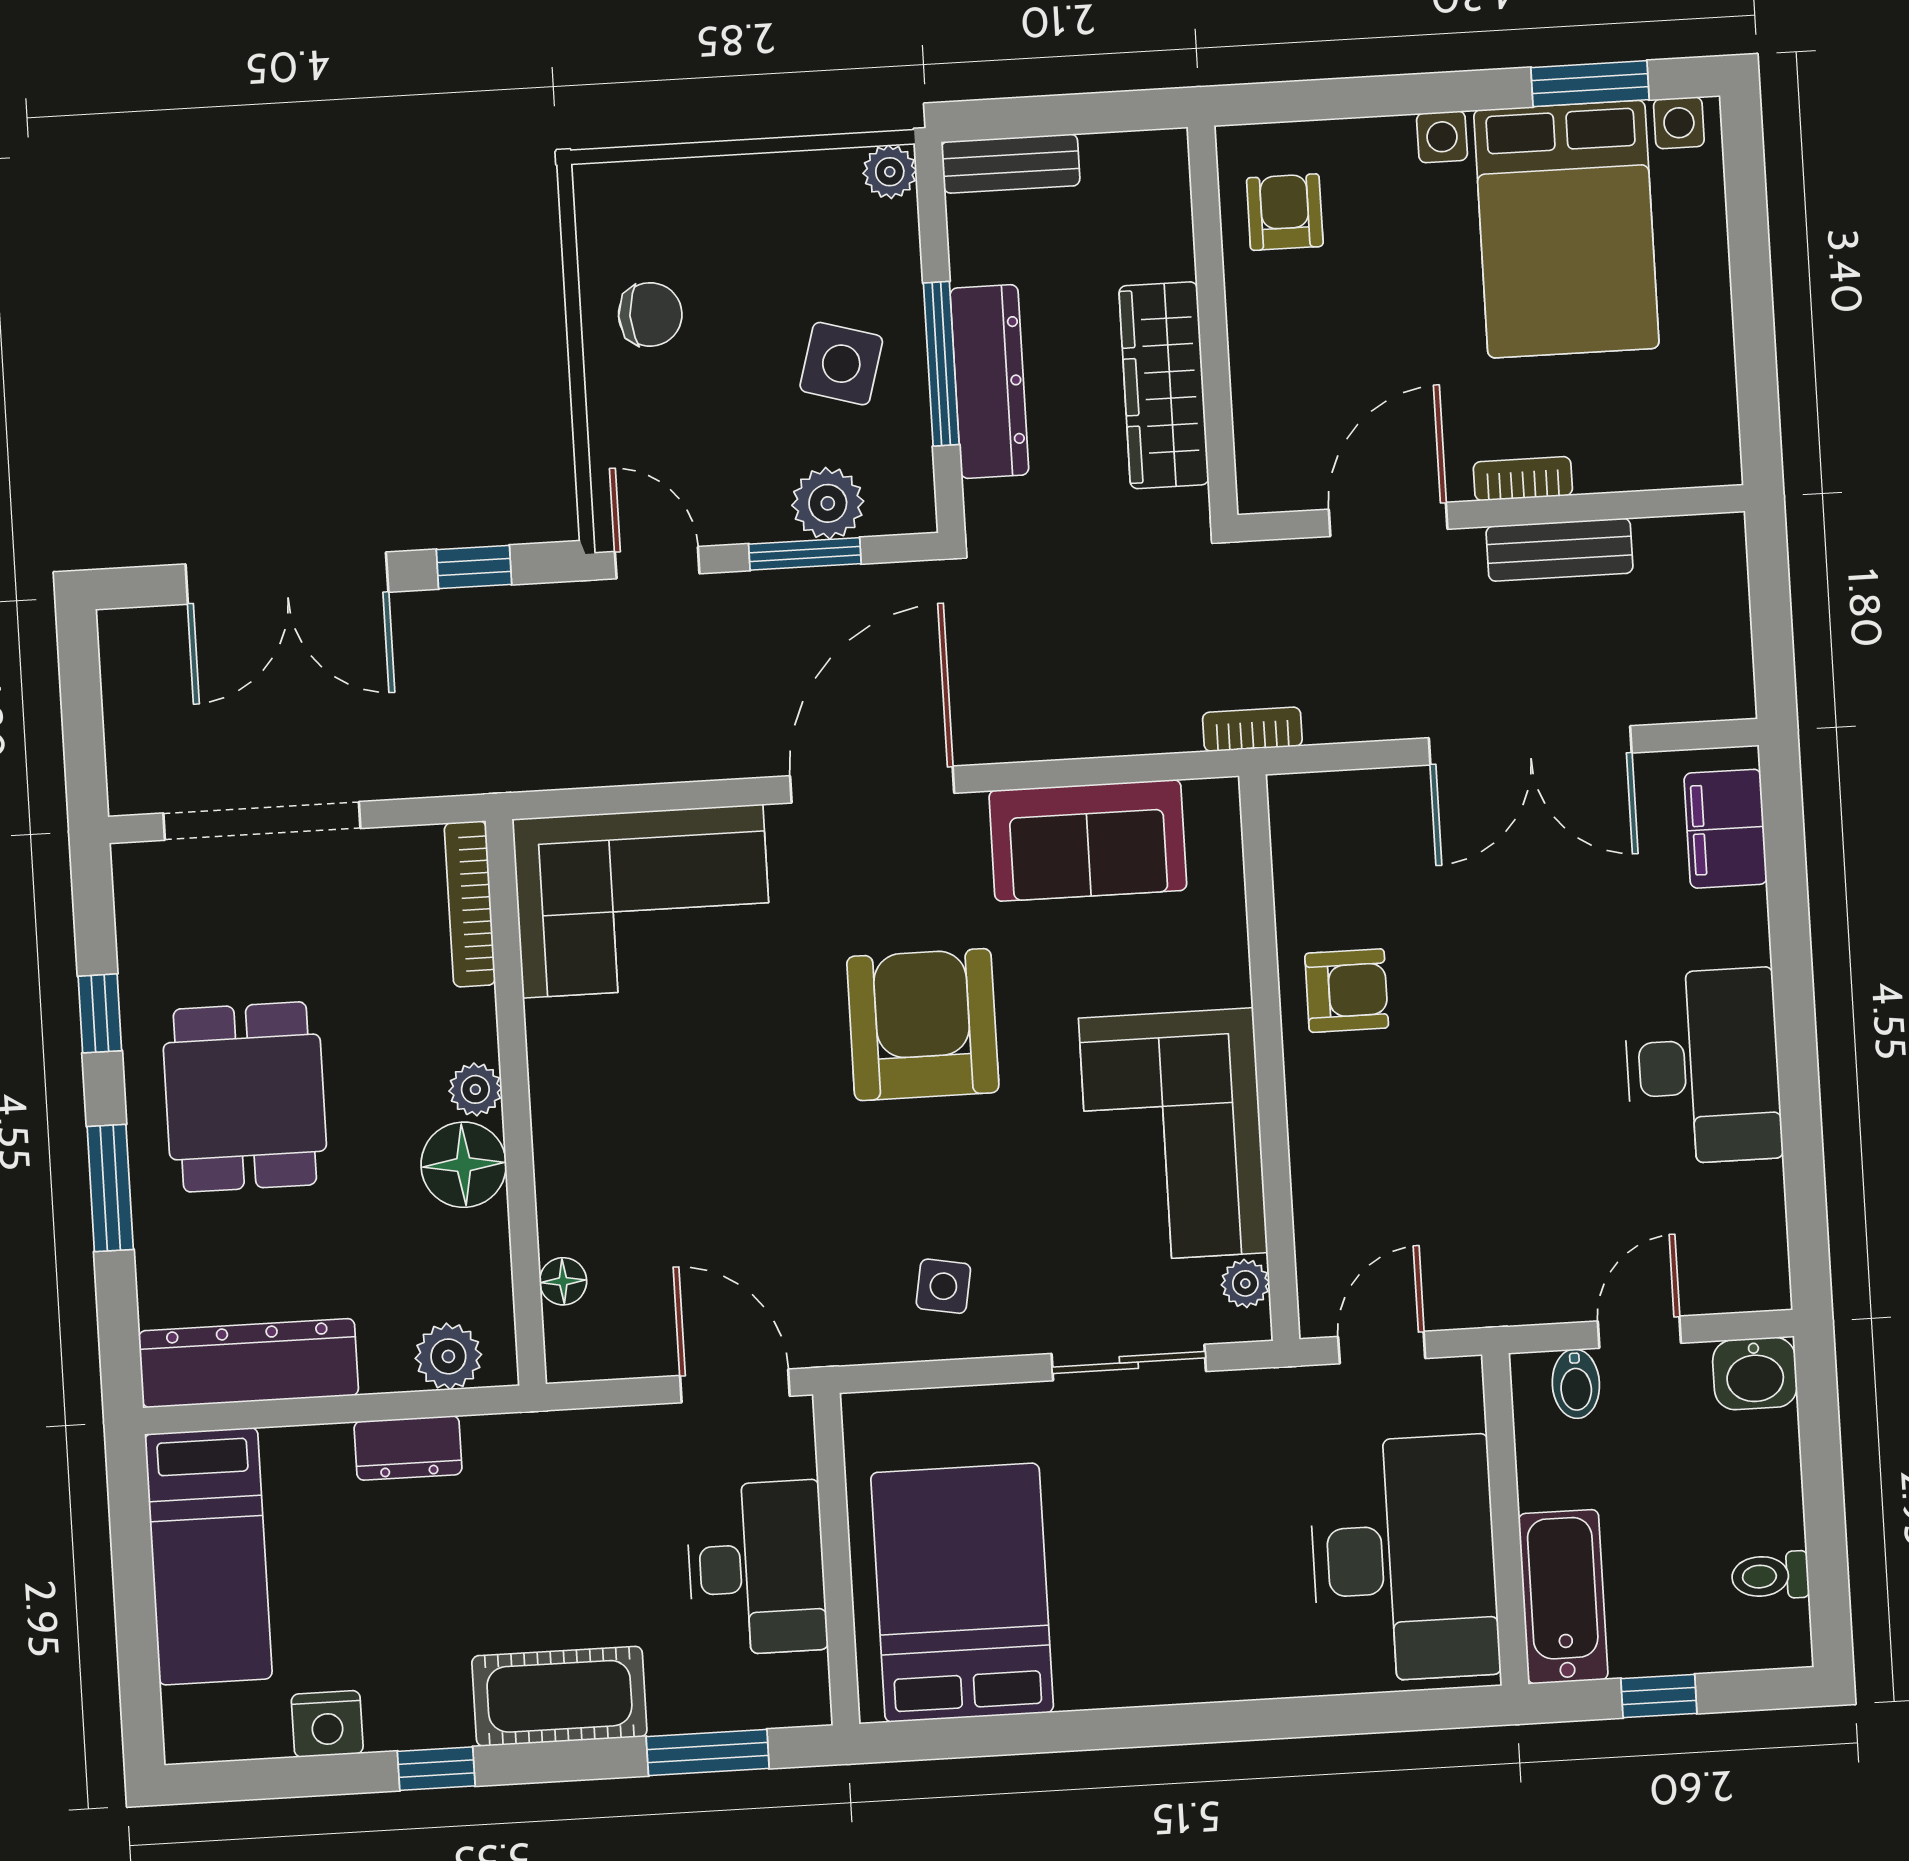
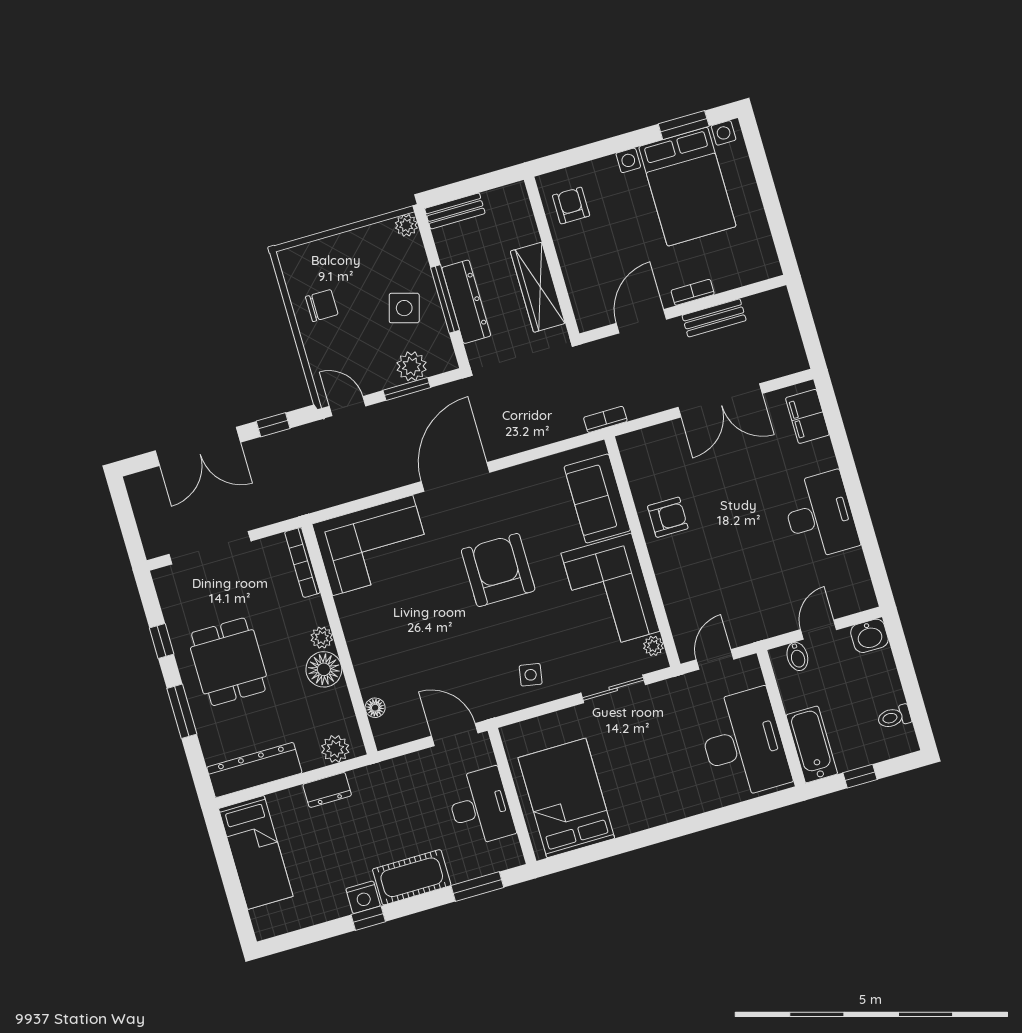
sofa: (1088, 840) -> (597, 499), moved, turned 90
nightstand: (327, 1724) -> (363, 897), moved

